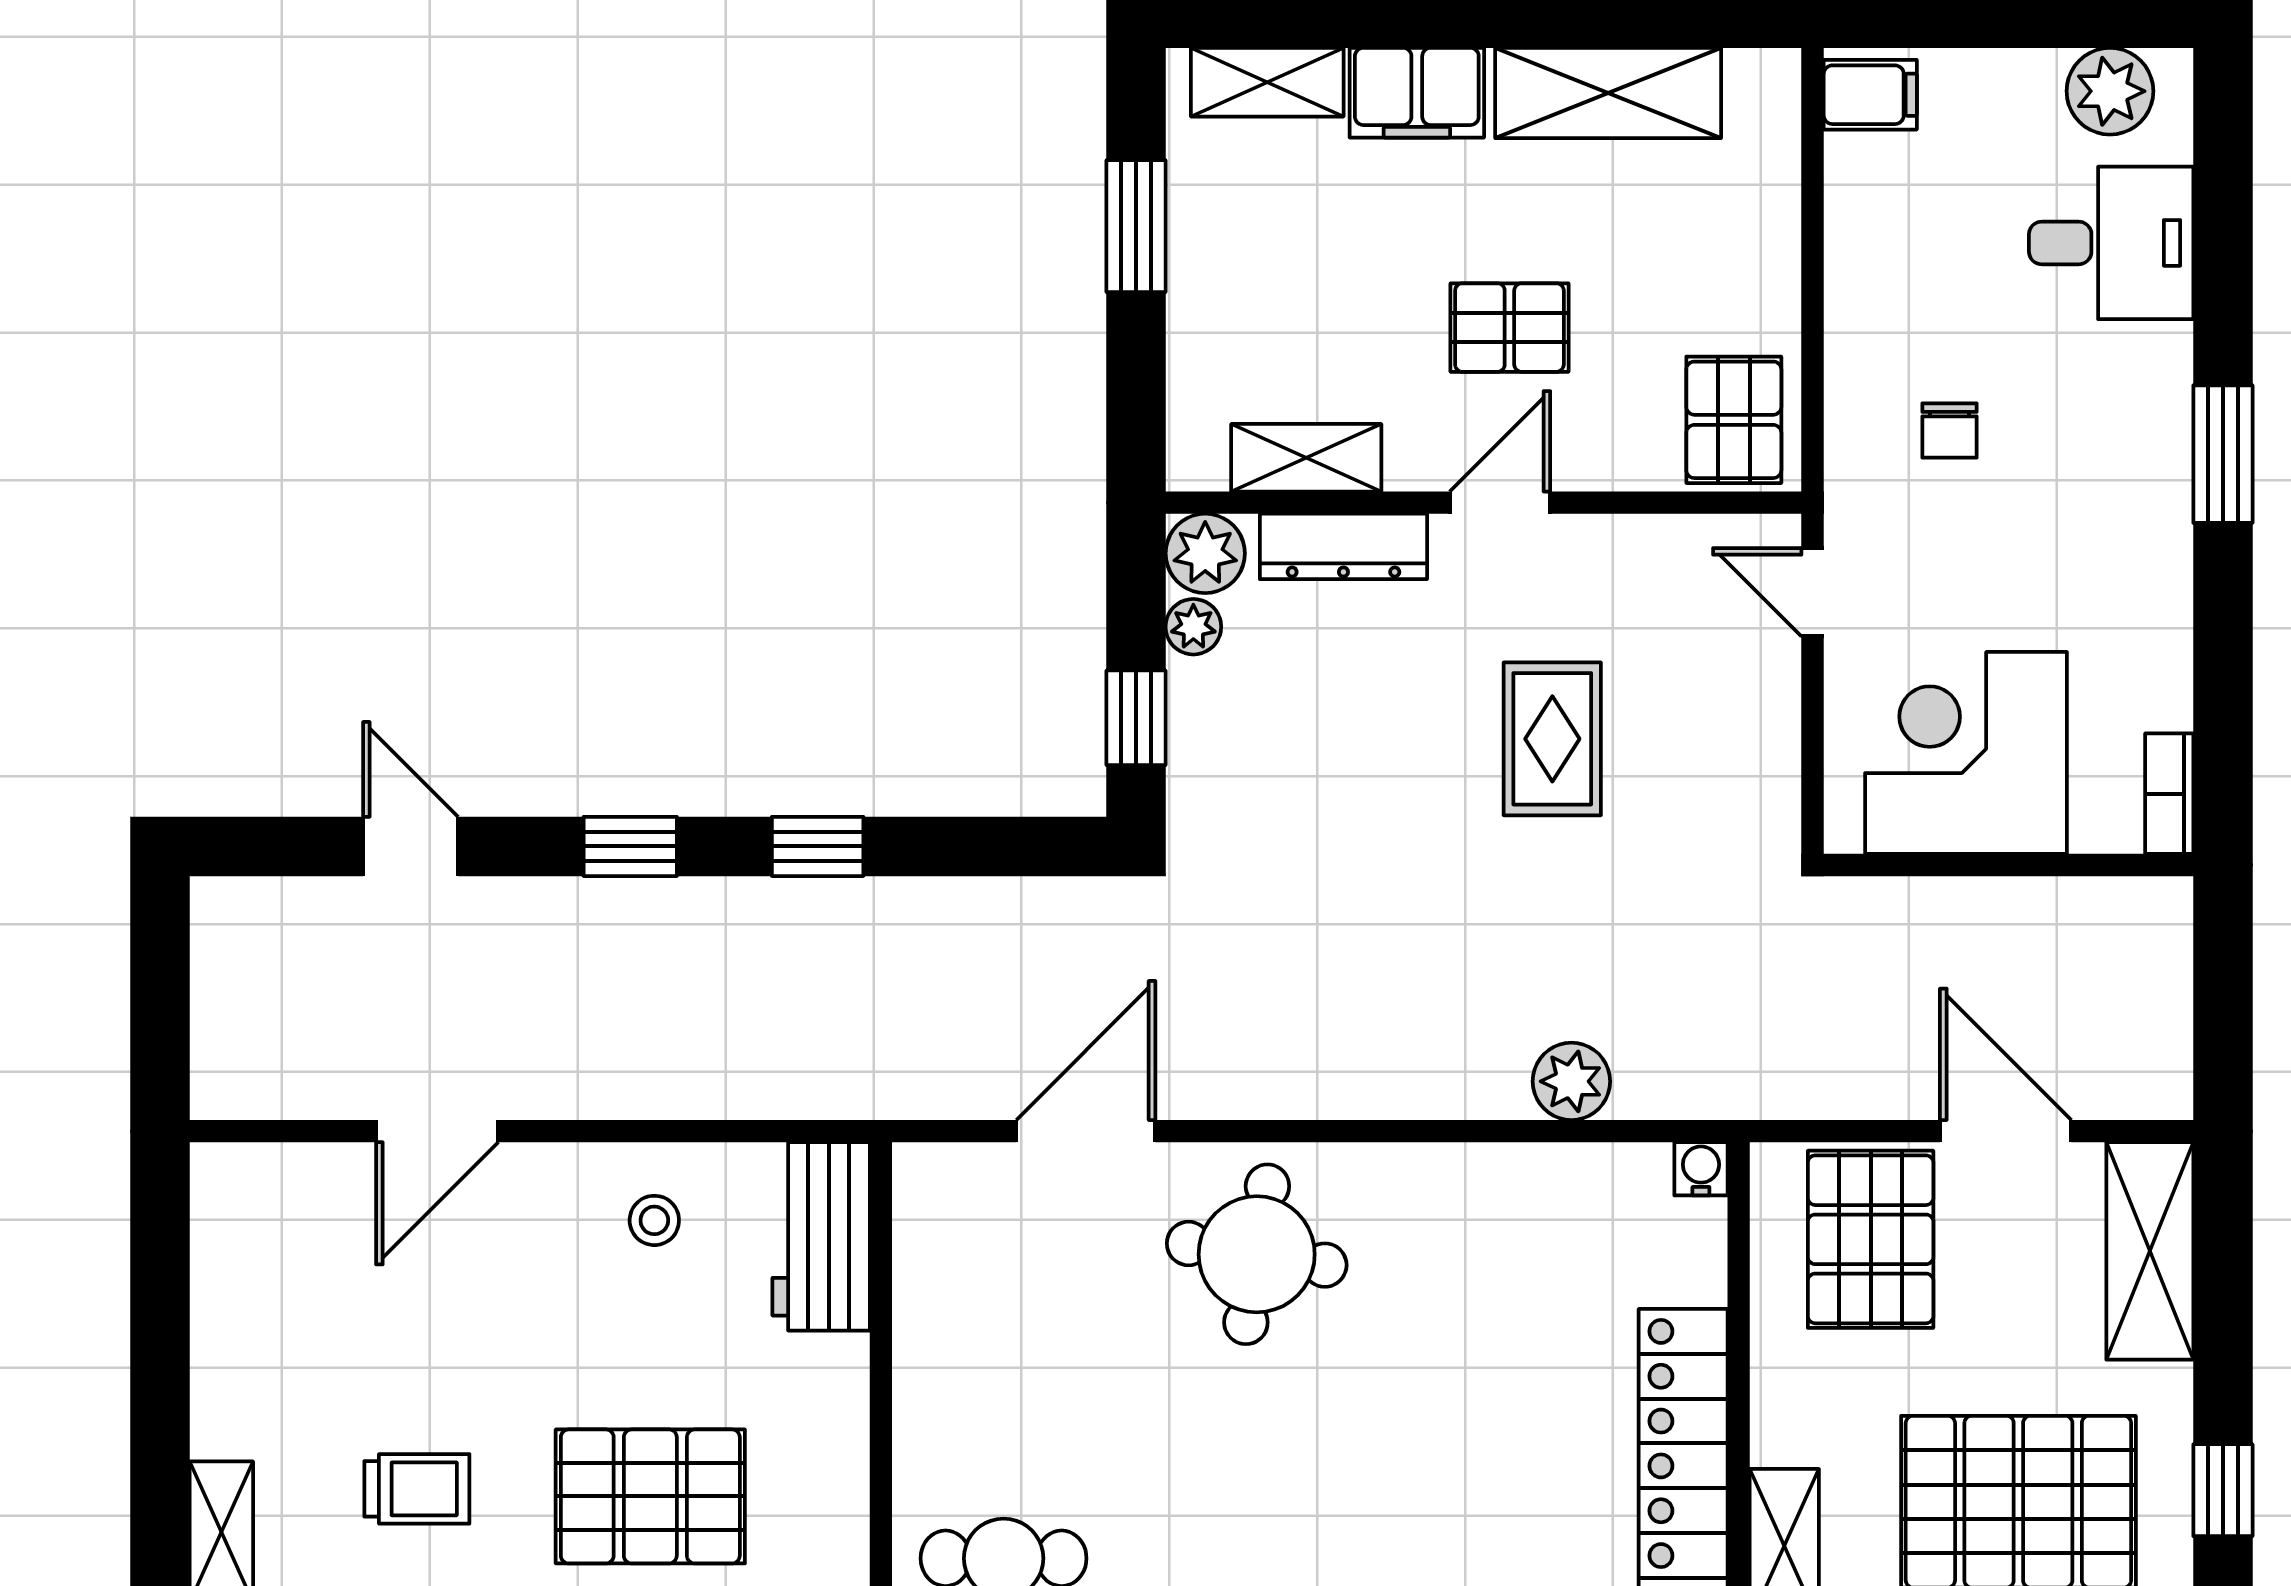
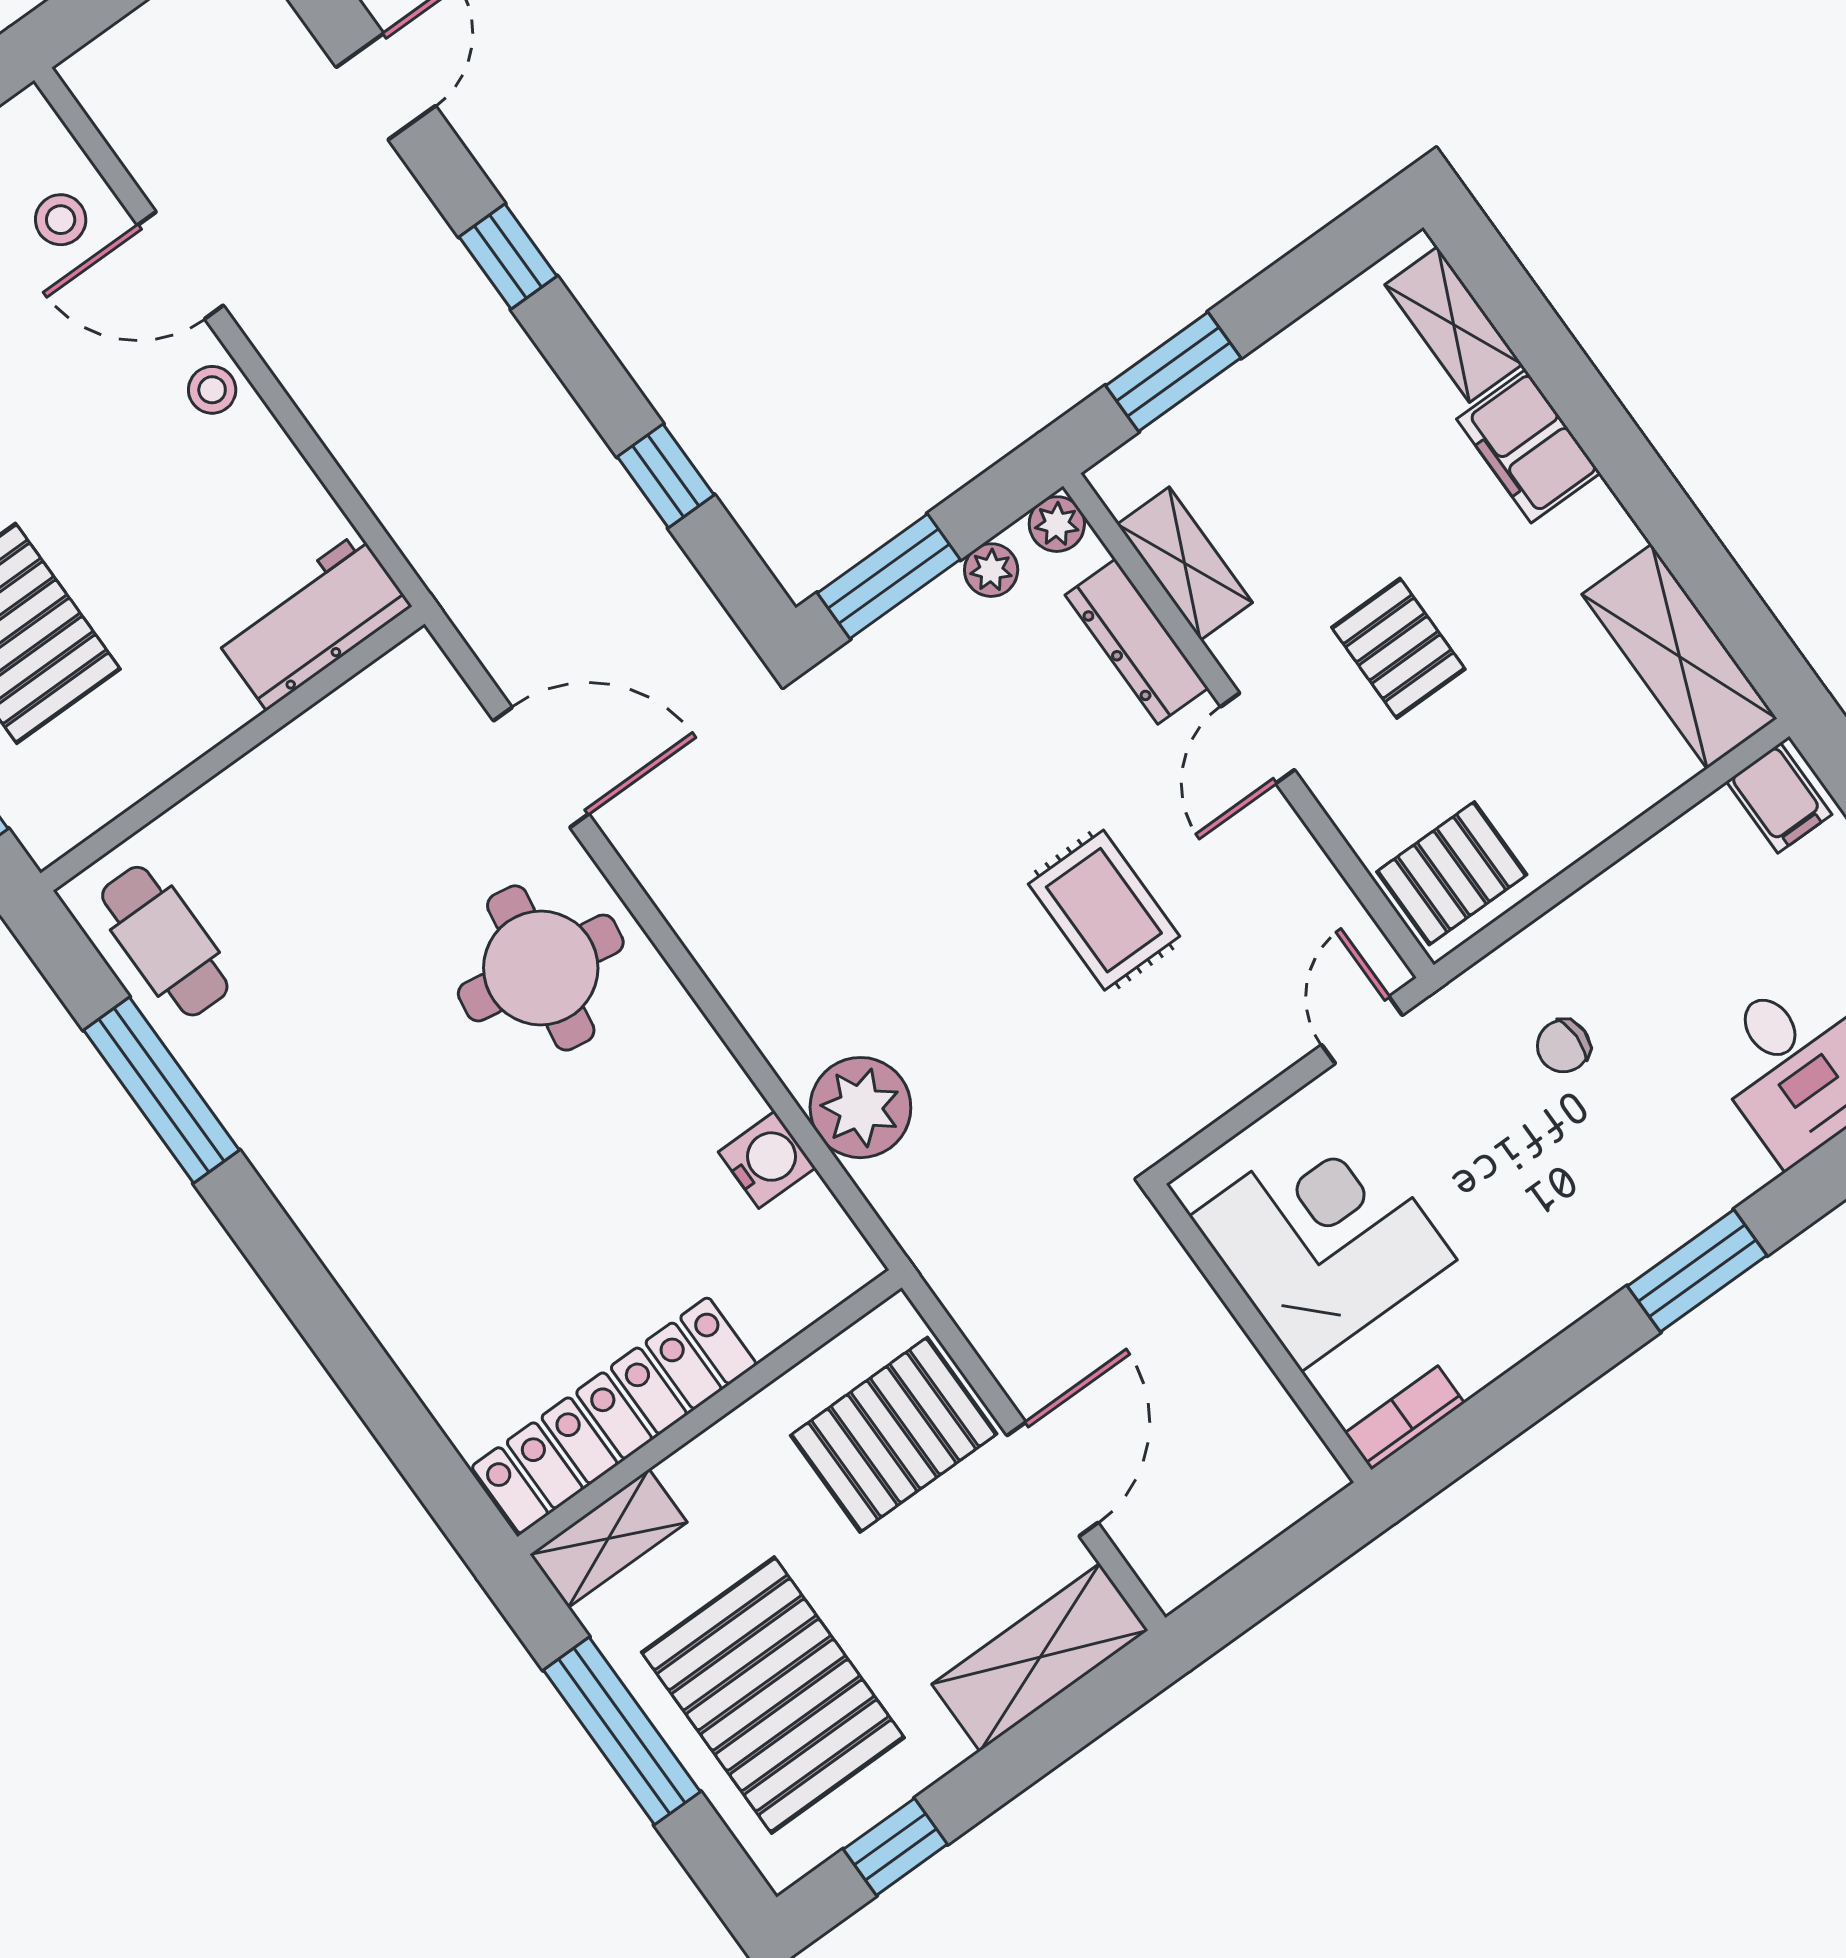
shelving: (1608, 93) -> (1679, 656), moved
window: (1136, 226) -> (1173, 372), moved
door: (1500, 503) -> (1258, 738), swing flipped
plant: (1205, 553) -> (1057, 524), width x0.73, depth x0.73
window: (1136, 718) -> (889, 576), width x1.50
rug: (1552, 739) -> (1104, 910), turned 90
window: (818, 846) -> (666, 476), moved
plant: (1571, 1081) -> (860, 1108), width x1.36, depth x1.36
water cooler: (1701, 1169) -> (767, 1160), moved, width x1.38, depth x1.38
stool: (325, 1205) -> (61, 220), added
stool: (654, 1220) -> (212, 390), moved

